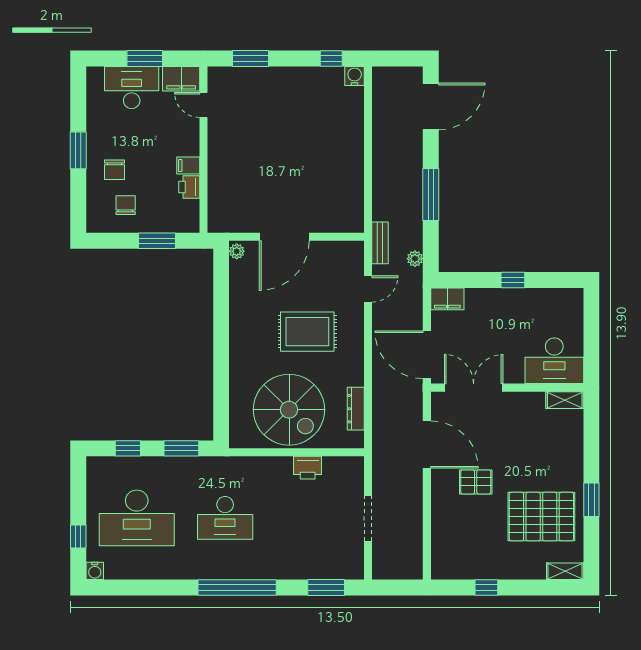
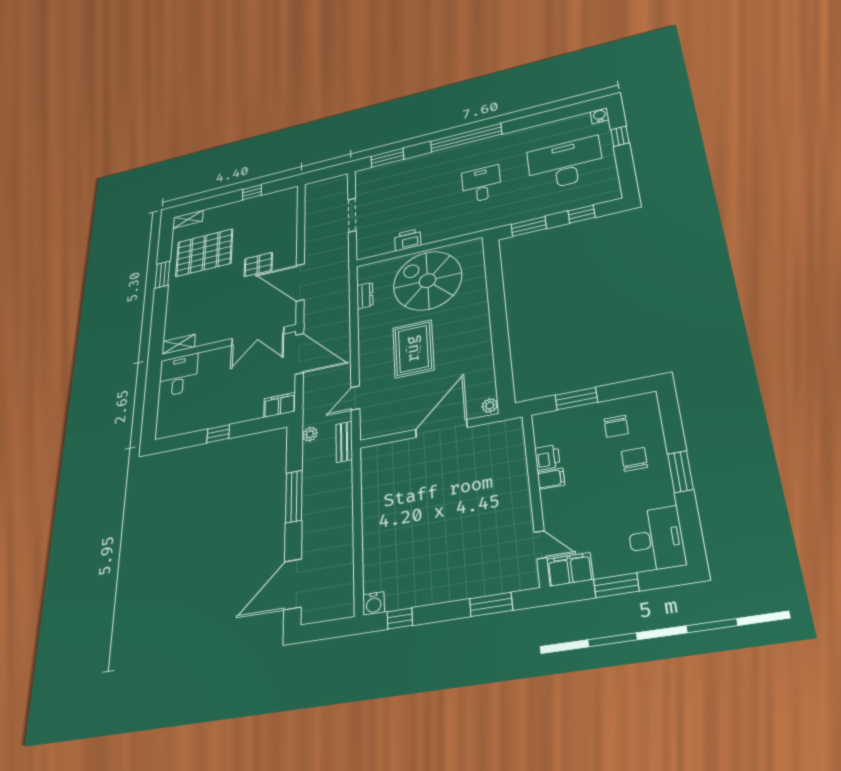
desk: (132, 88) -> (656, 539), moved, turned -90
rug: (307, 332) -> (413, 349), turned 90
desk: (554, 361) -> (178, 375), width x0.73
dresser: (356, 409) -> (365, 296), width x0.70
desk: (225, 518) -> (481, 184), width x0.73

